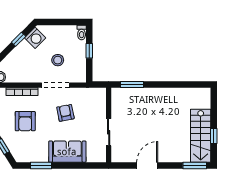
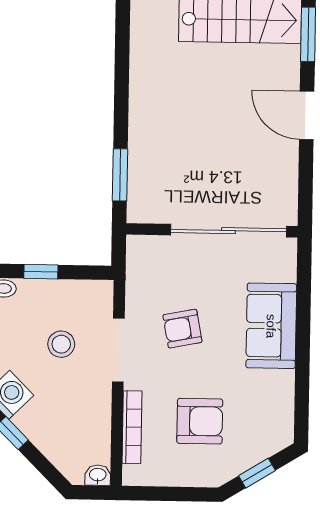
sliding door: (109, 132) -> (228, 231), width x1.86
window: (41, 165) -> (302, 387), removed
door: (147, 165) -> (307, 115), moved

